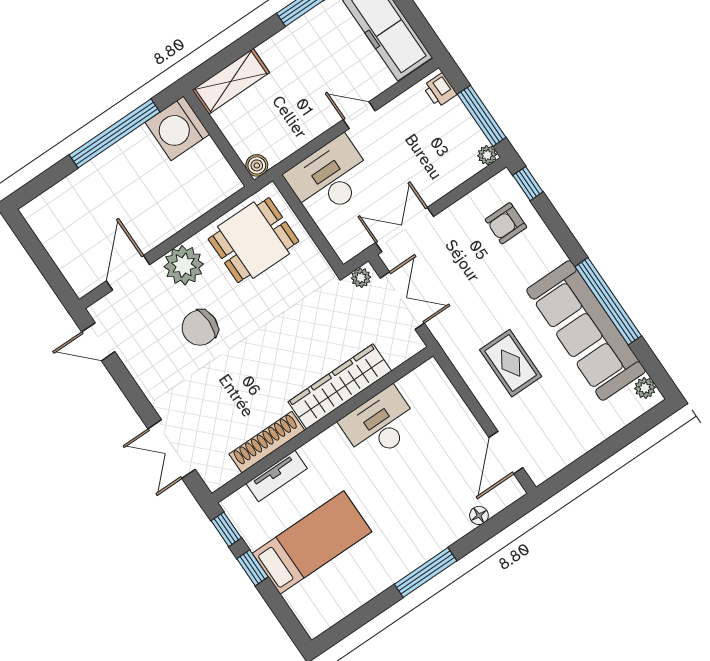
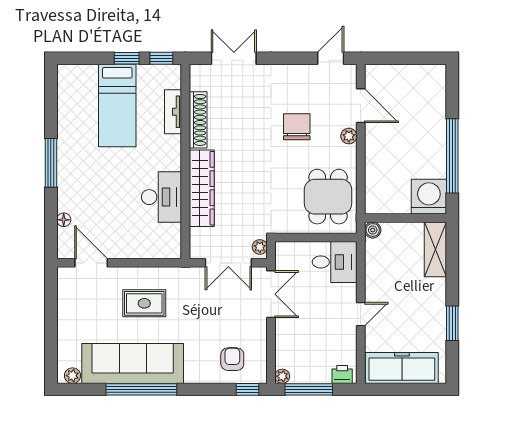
desk: (330, 178) -> (335, 262), width x0.73
plant: (184, 265) -> (349, 136), width x0.53, depth x0.53

